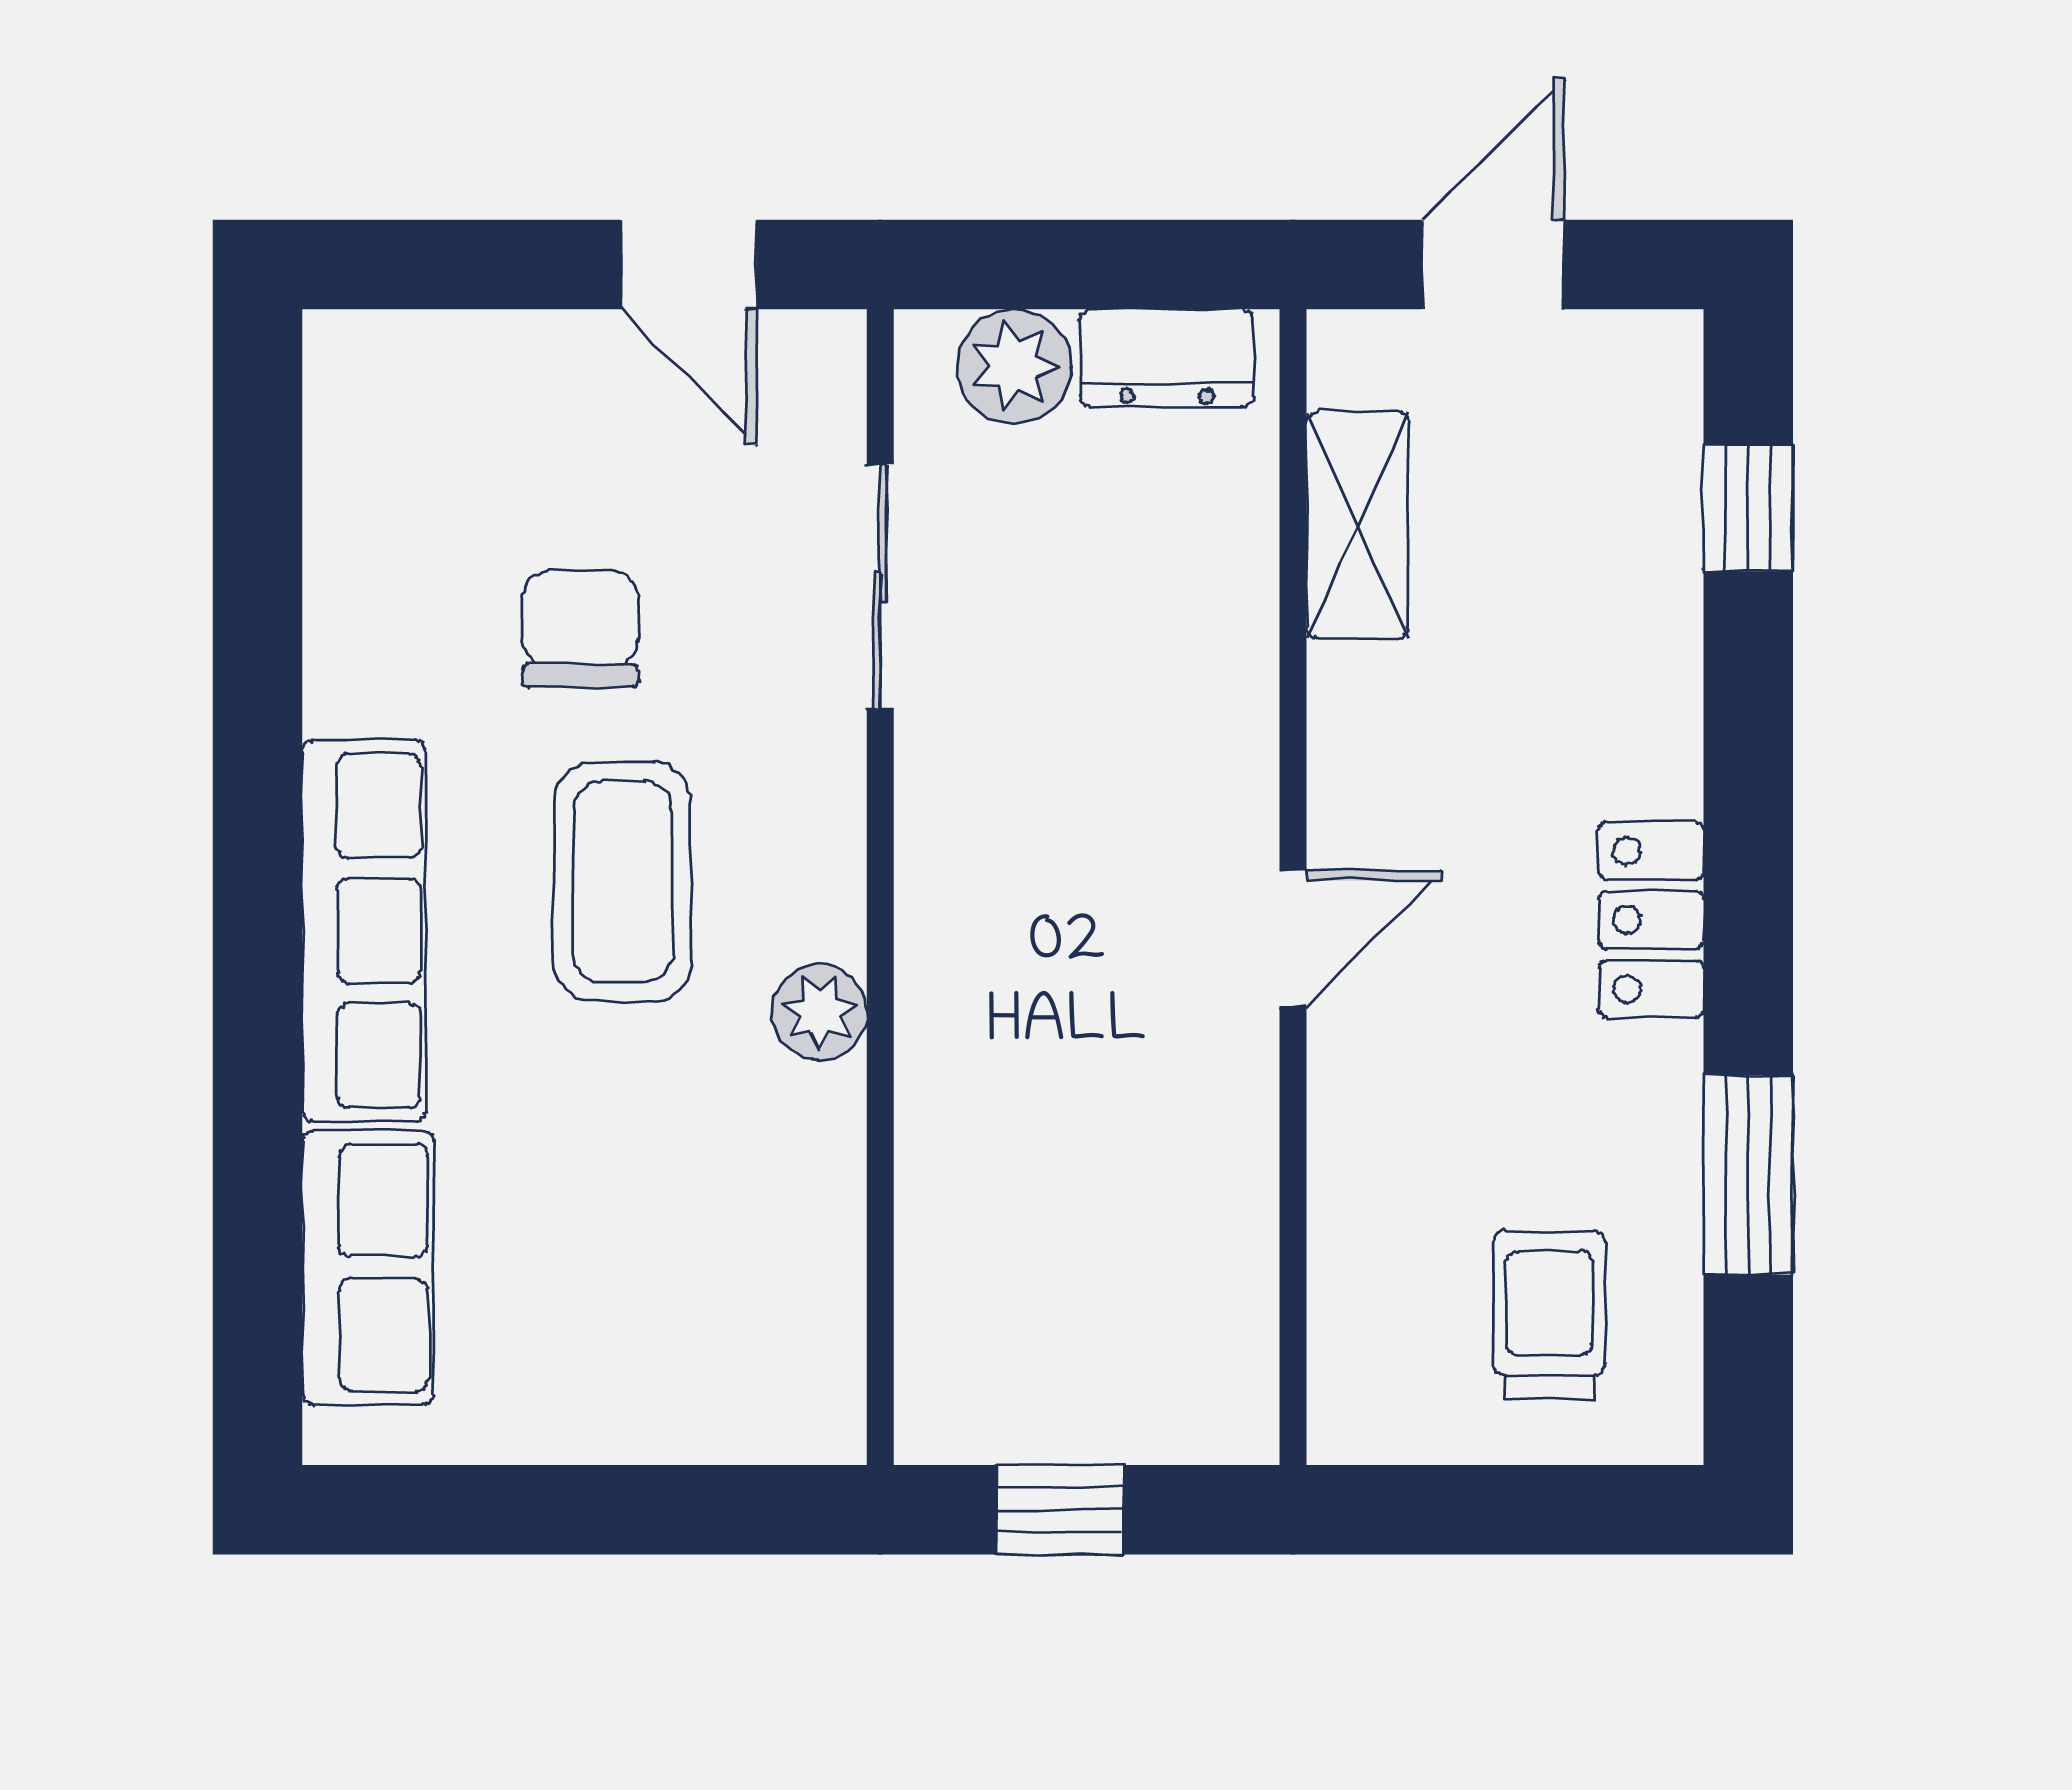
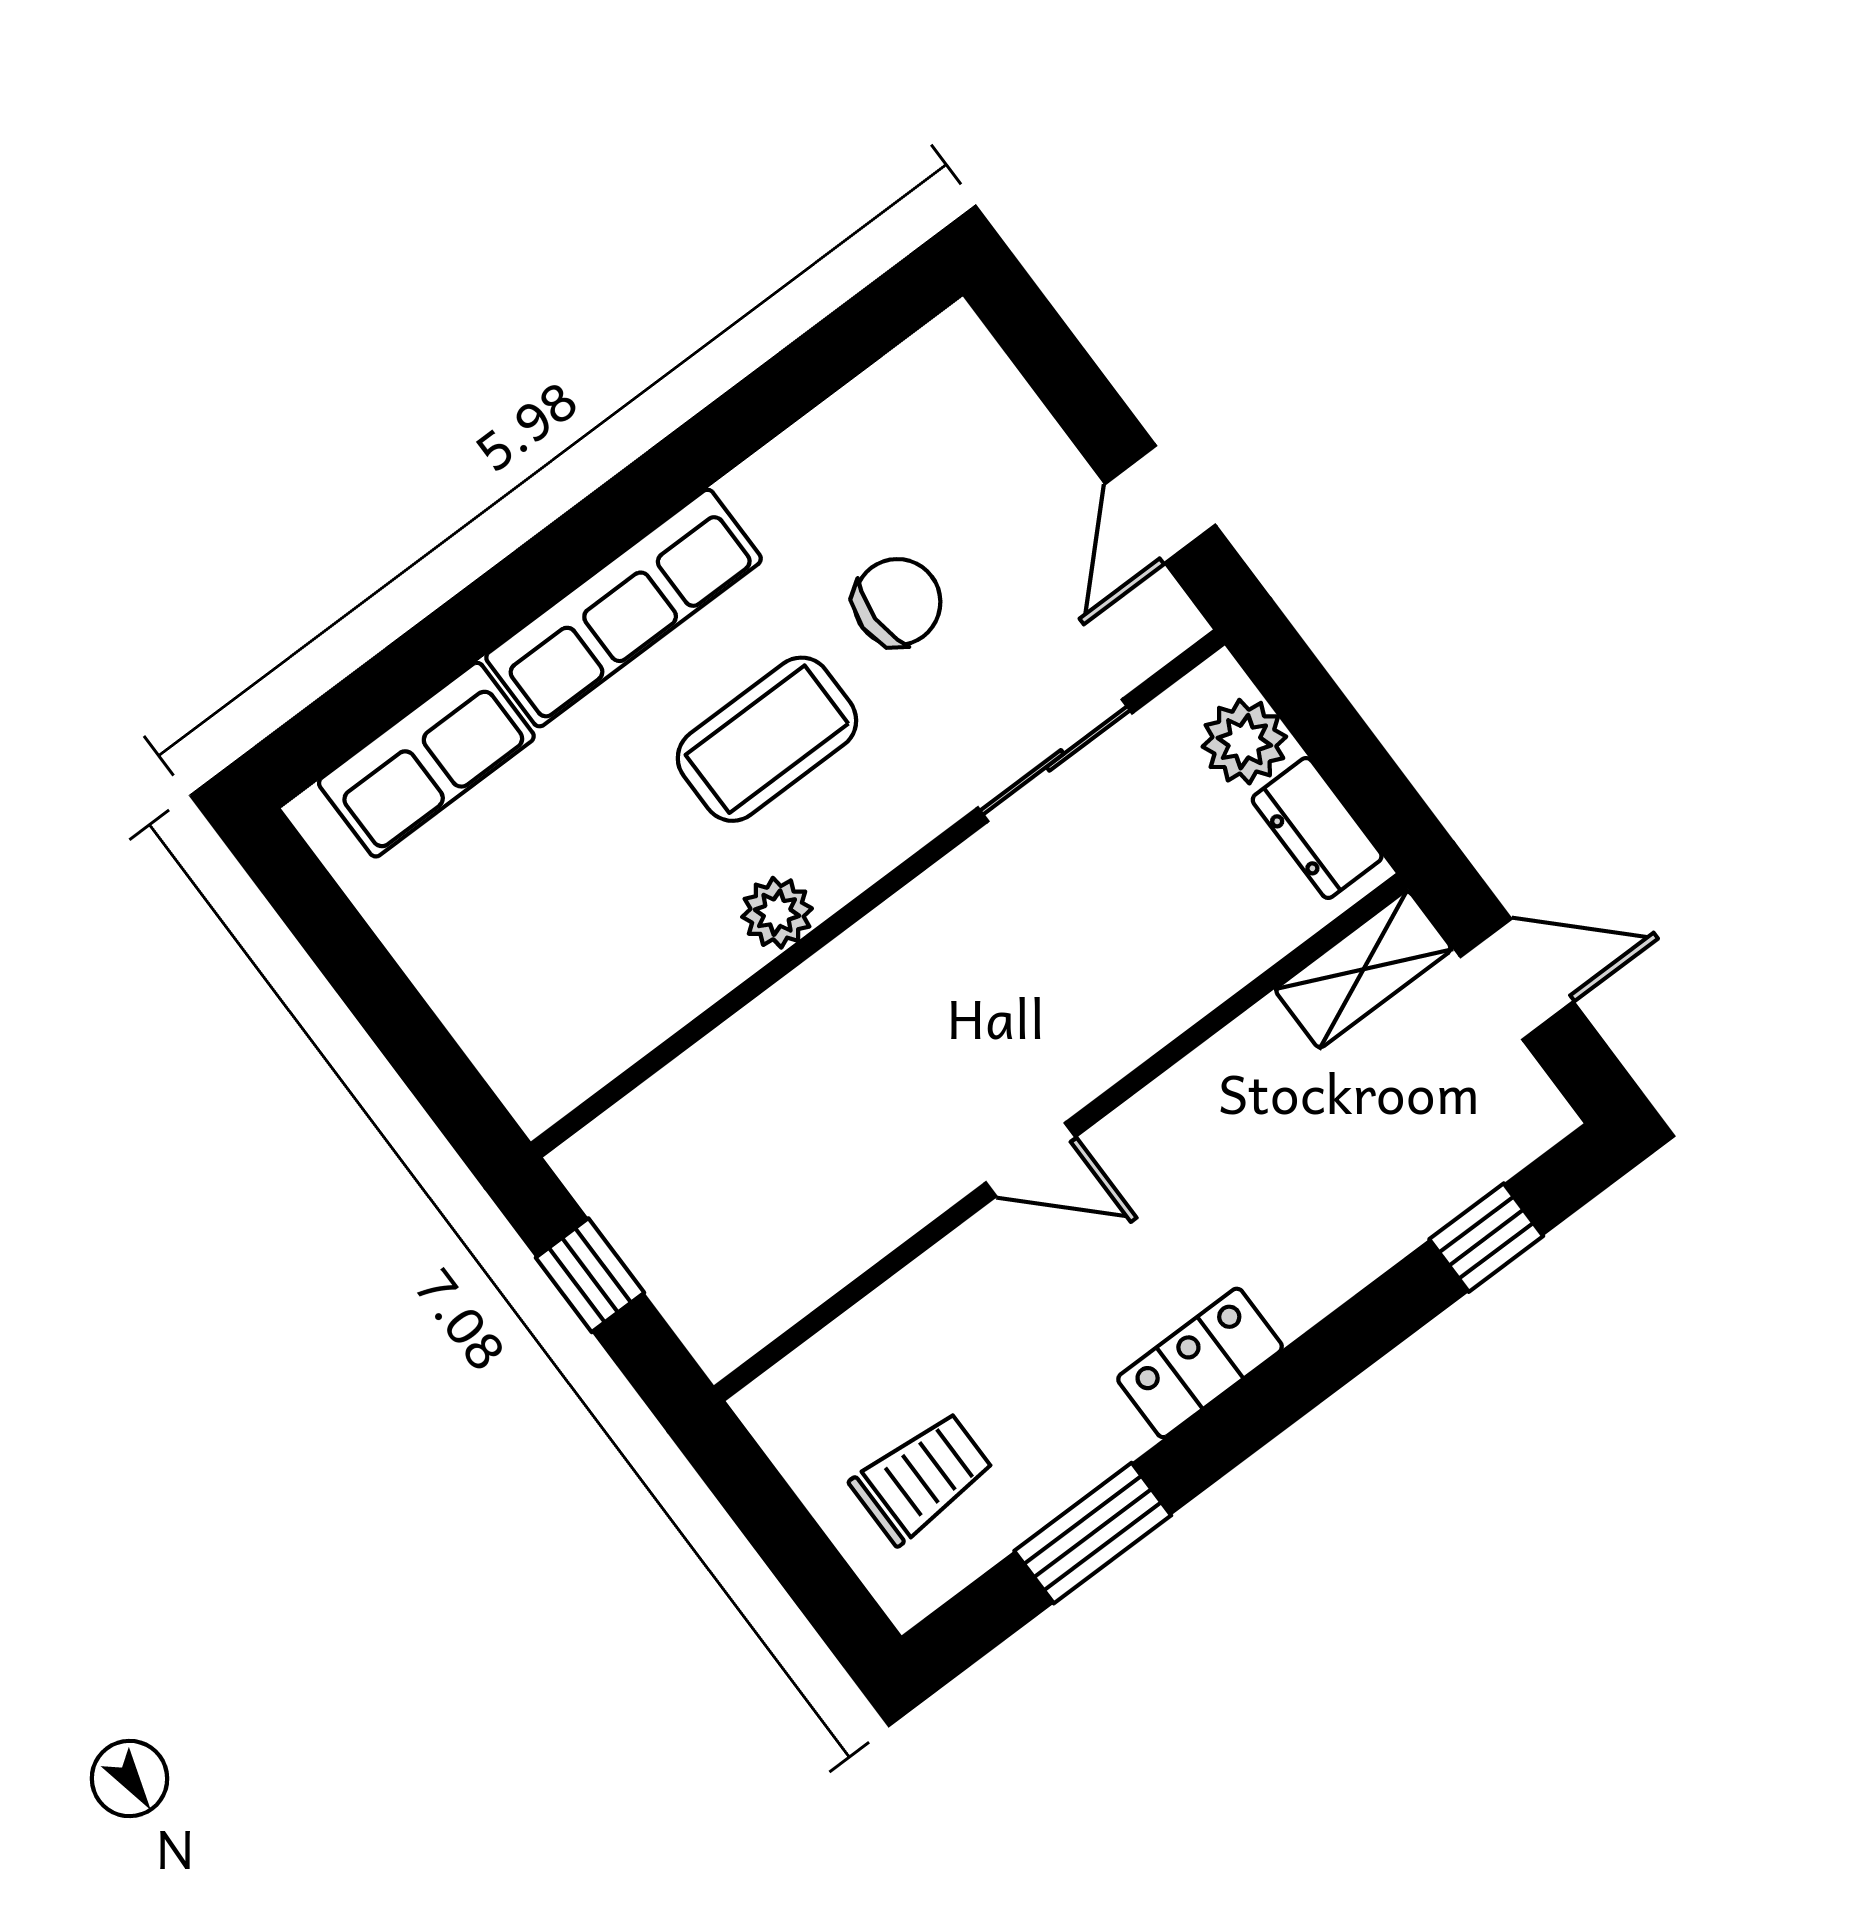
shelving: (1358, 525) -> (1363, 969), moved

